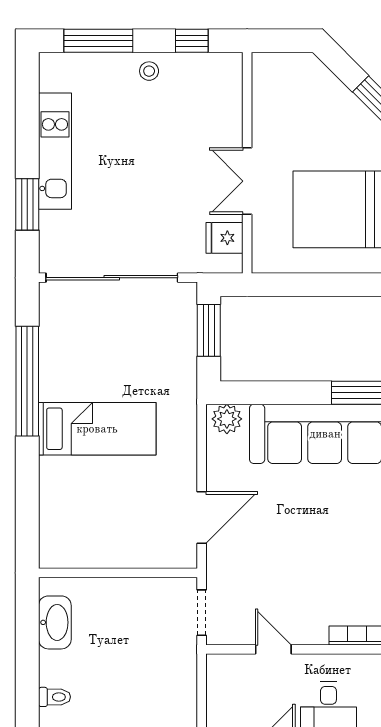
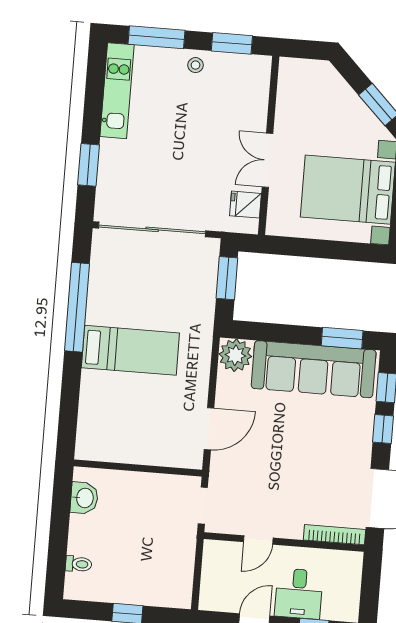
window: (192, 41) -> (232, 43), width x1.50
kitchen unit: (55, 151) -> (117, 91), moved
plant: (227, 419) -> (235, 355), width x1.36, depth x1.36
washbasin: (55, 622) -> (84, 498), width x0.72
door: (273, 649) -> (258, 540), swing flipped

